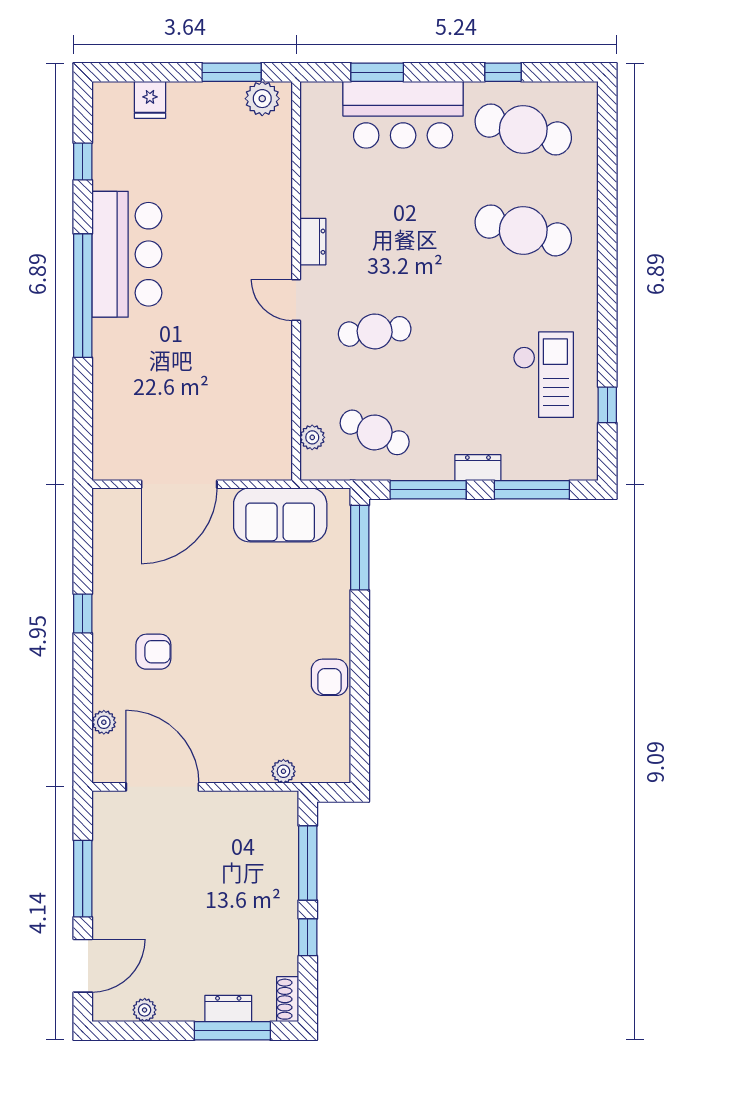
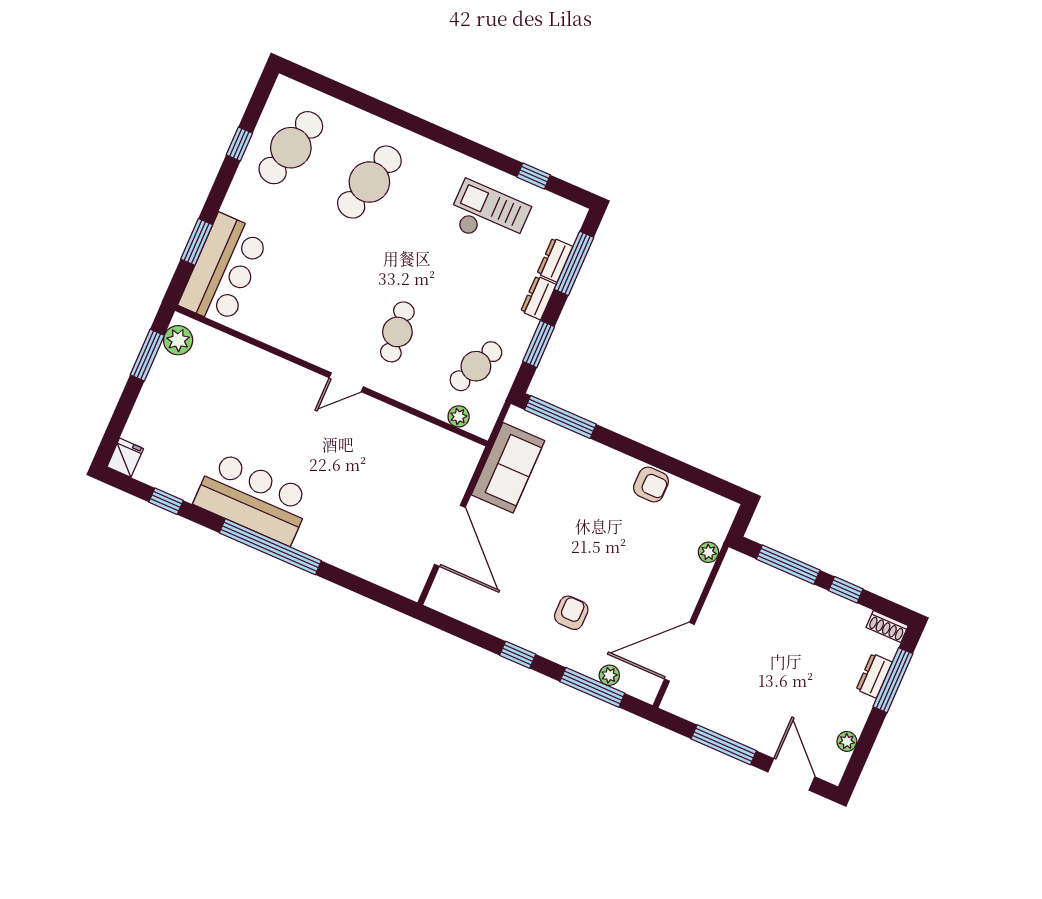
fridge: (150, 100) -> (125, 458), moved, turned -90
bar counter: (403, 115) -> (224, 270), moved
dresser: (313, 242) -> (555, 260), moved, turned -90
window: (428, 490) -> (539, 344), width x0.69
window: (83, 710) -> (592, 687), added

